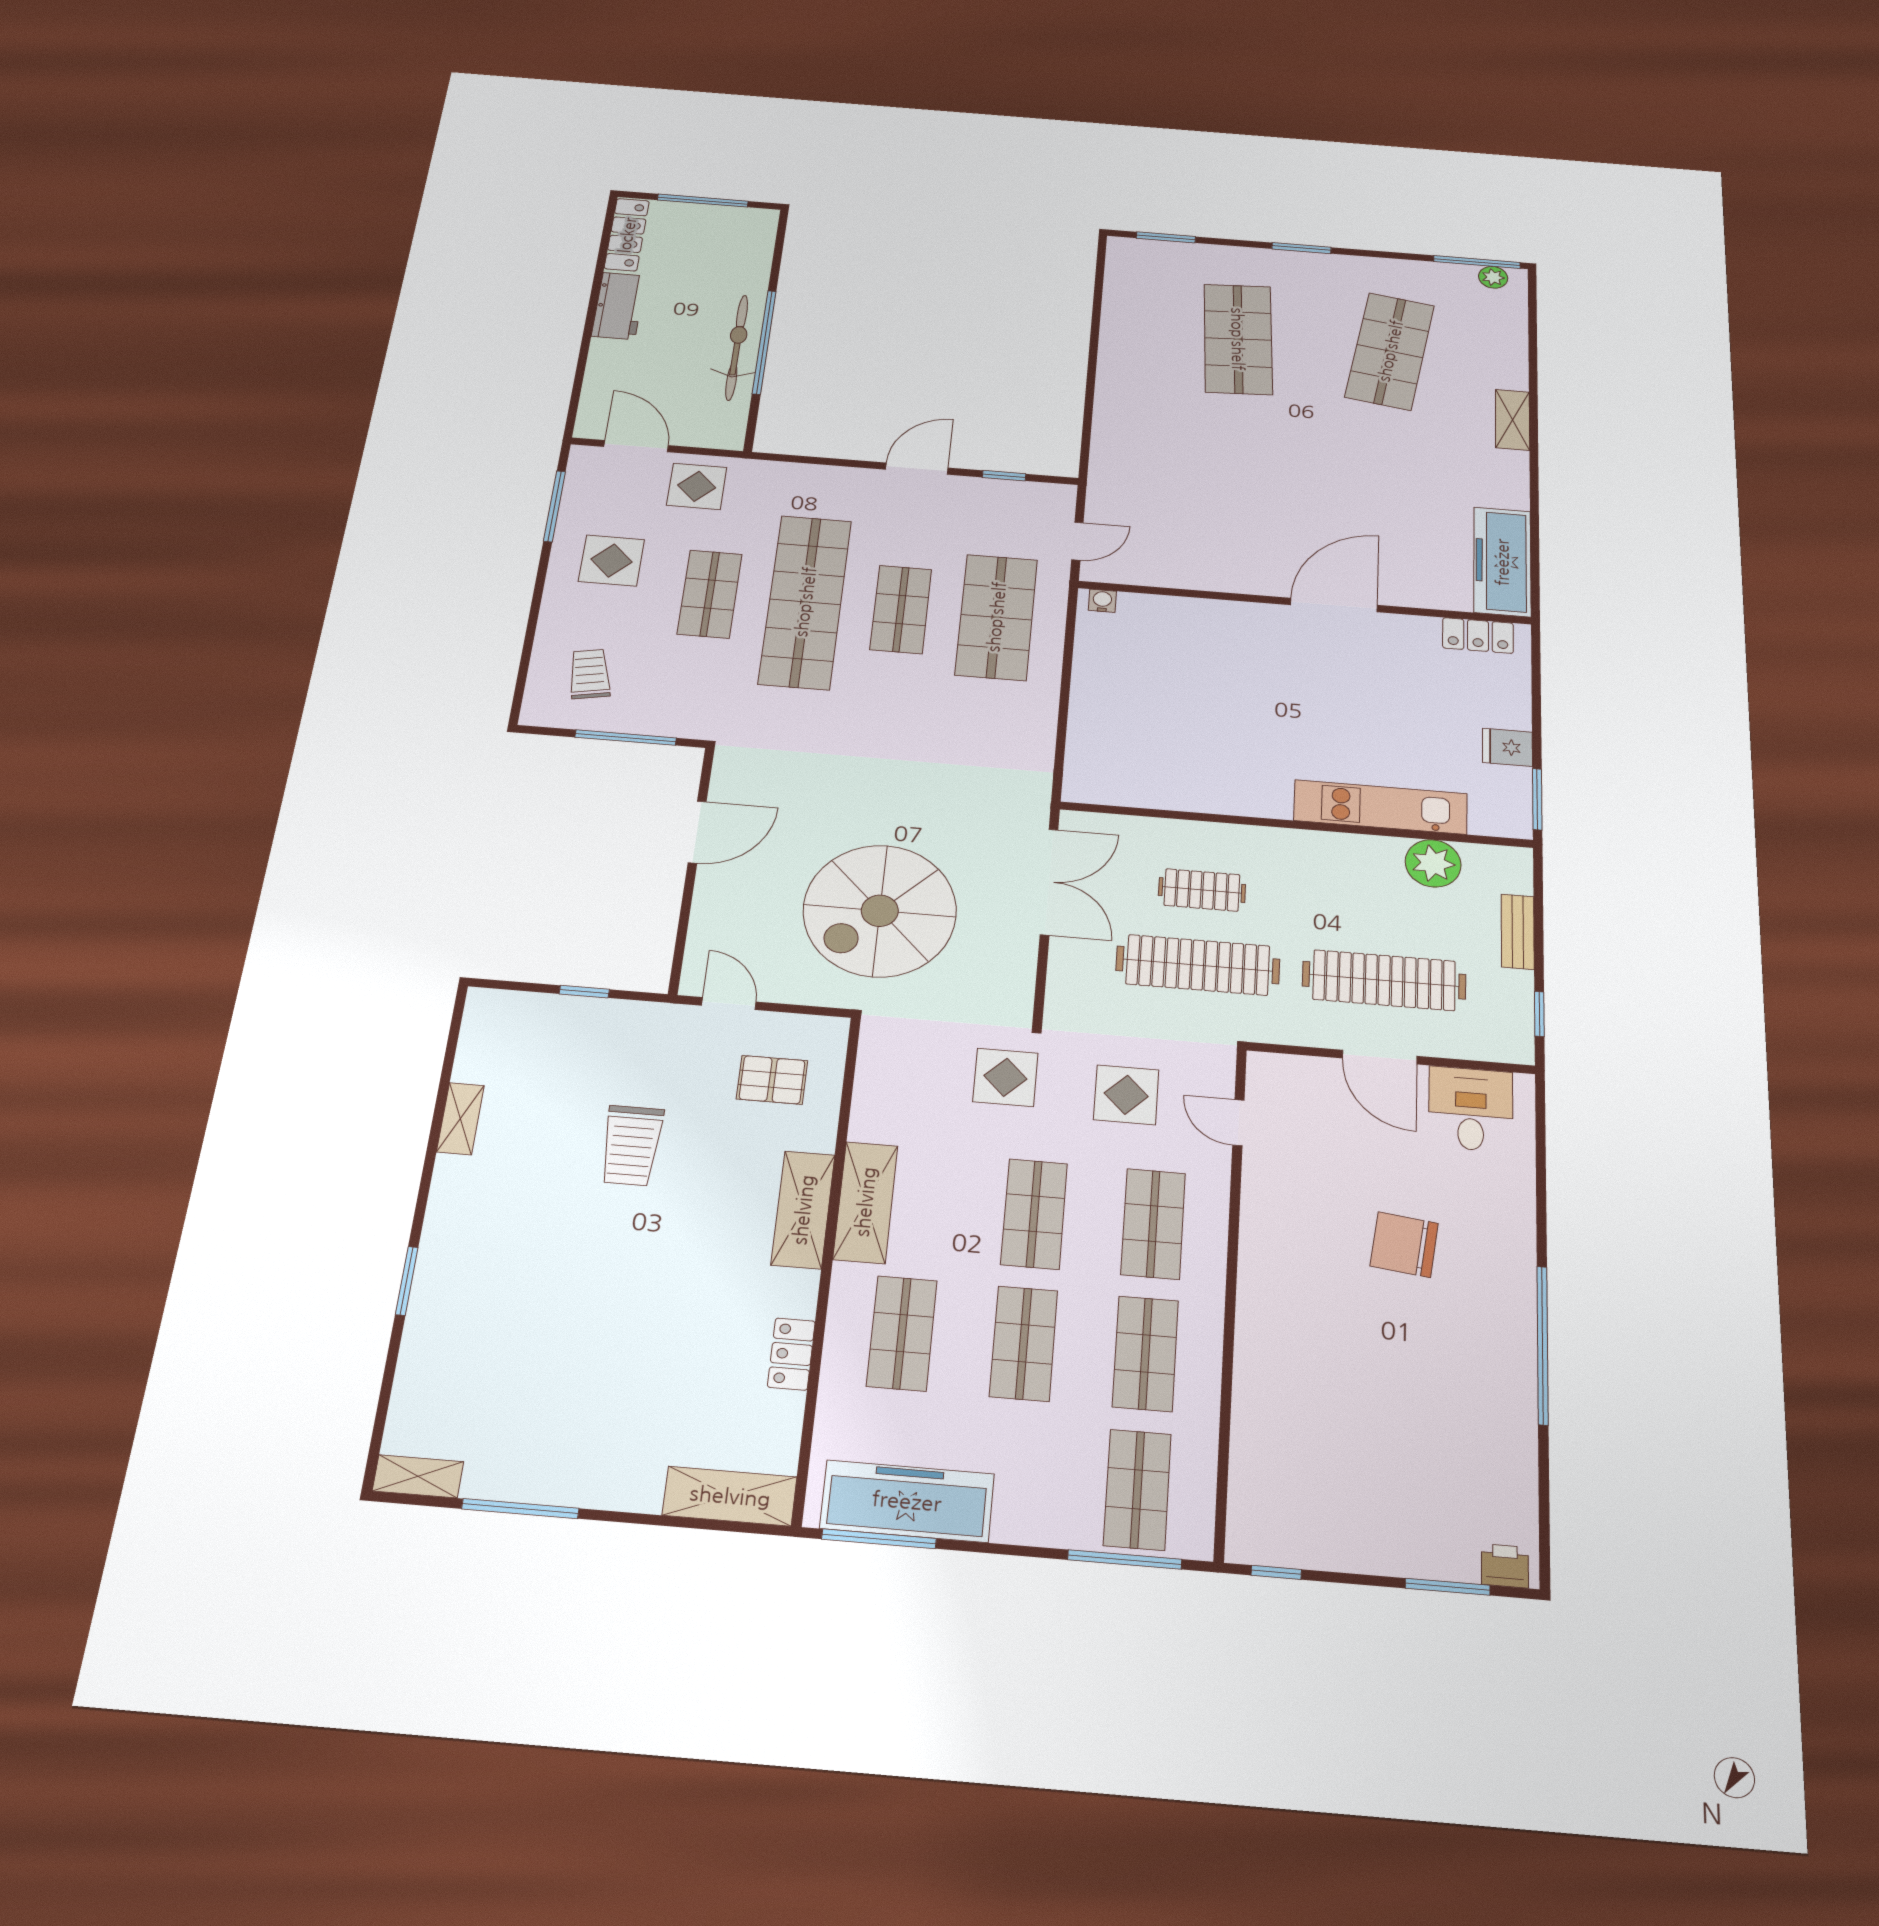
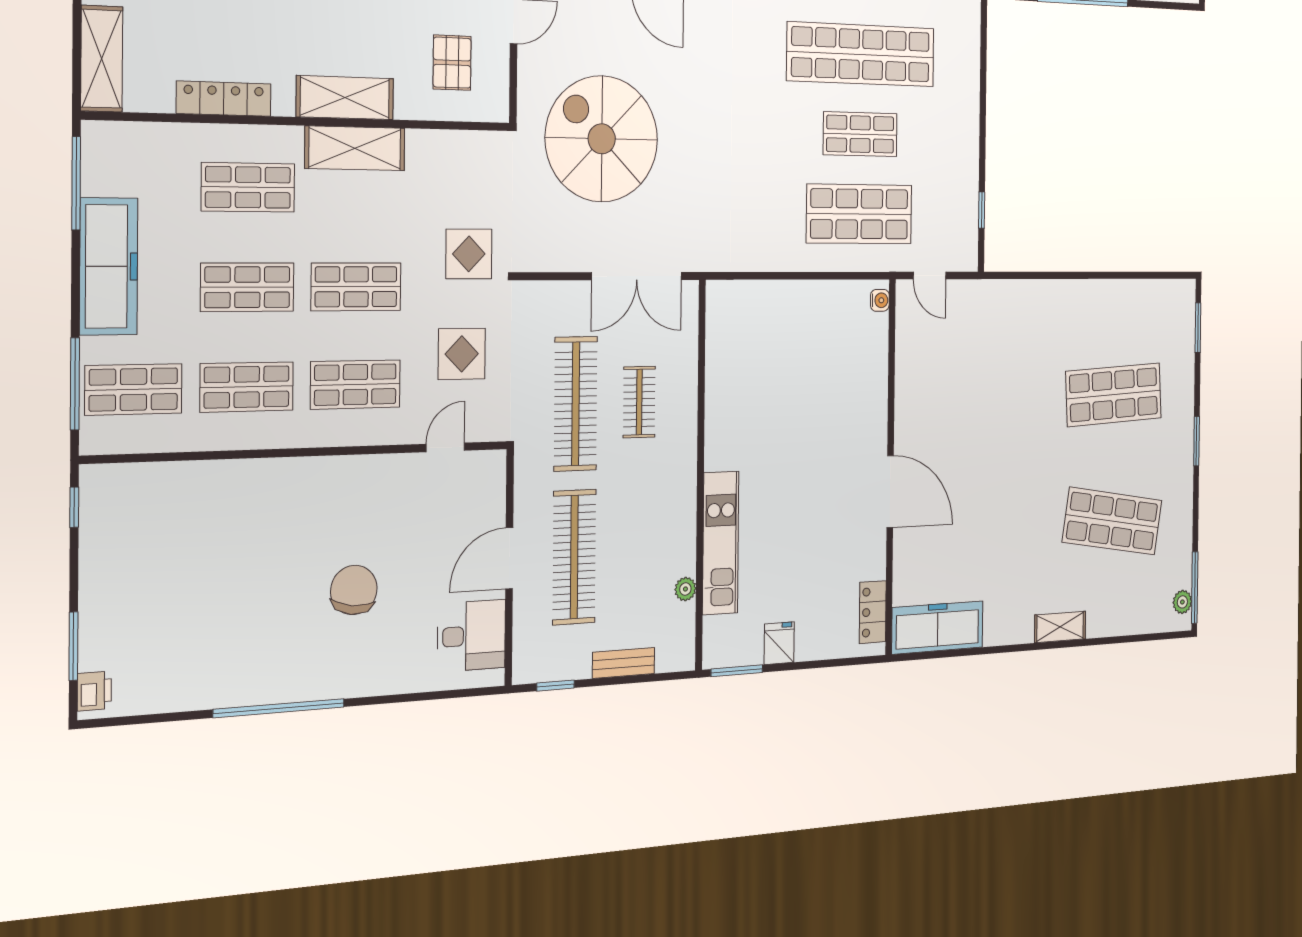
door: (917, 469) -> (982, 137), removed
plant: (1433, 863) -> (685, 589), width x0.53, depth x0.53
locker: (791, 1354) -> (224, 99), width x1.53
freezer: (907, 1501) -> (109, 266), moved

